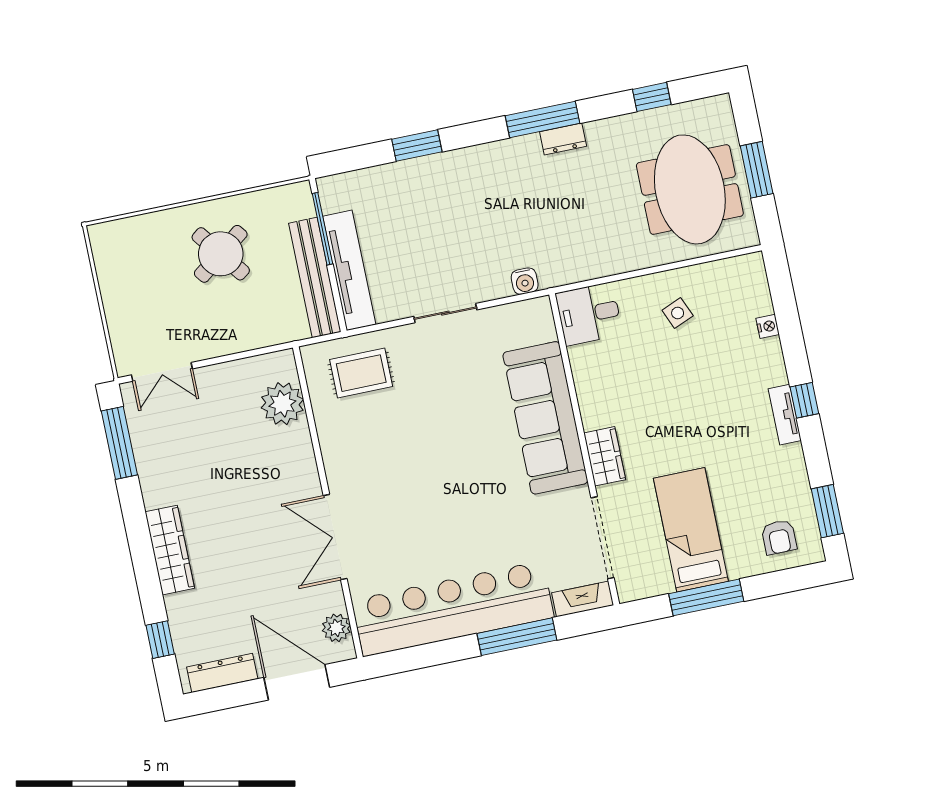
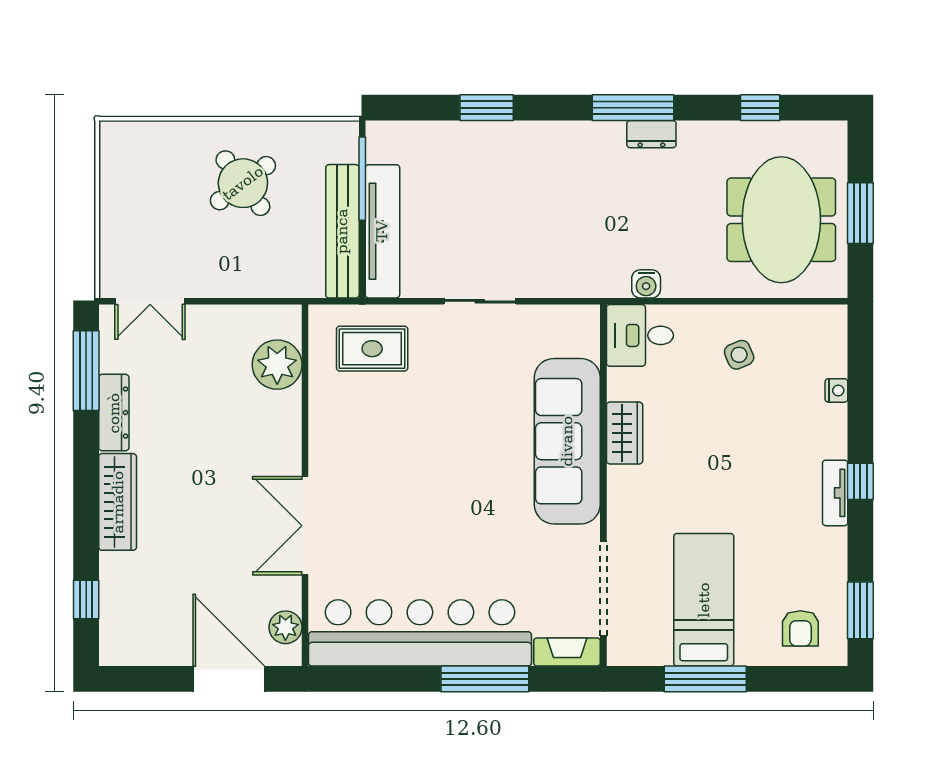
water cooler: (525, 281) -> (646, 284), moved
wardrobe: (605, 456) -> (625, 433), moved
dresser: (222, 673) -> (114, 413), moved, turned 90

